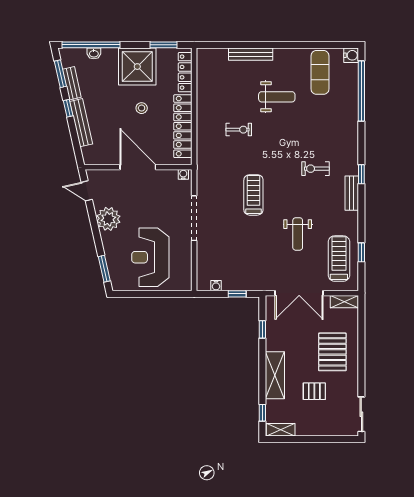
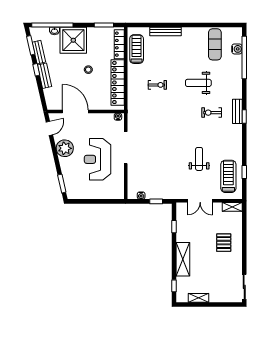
water cooler: (351, 55) -> (237, 49), moved
shower: (137, 67) -> (73, 40), moved
weight bench: (277, 97) -> (198, 83), moved, turned 180
bench: (81, 123) -> (44, 76), width x0.73
door: (138, 167) -> (75, 112), moved
door: (87, 191) -> (49, 128), swing flipped
bench: (352, 193) -> (237, 111), moved
treadmill: (253, 195) -> (137, 49), moved
weight bench: (298, 234) -> (199, 159), turned 180
reception desk: (150, 257) -> (98, 159), moved
double door: (299, 293) -> (200, 201), width x0.73
pallet: (332, 352) -> (224, 243), width x0.67, depth x0.71
pallet: (314, 391) -> (211, 271), removed
shelving: (281, 430) -> (198, 298), moved

